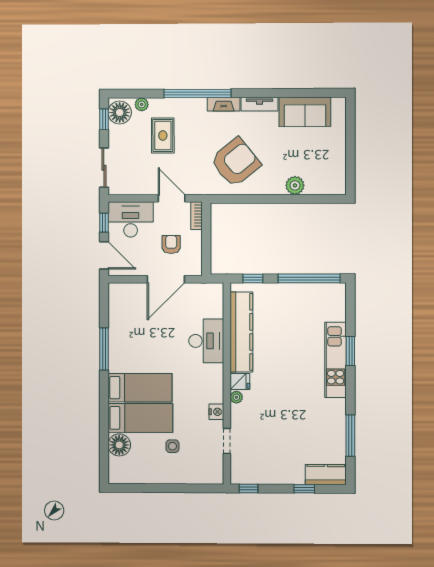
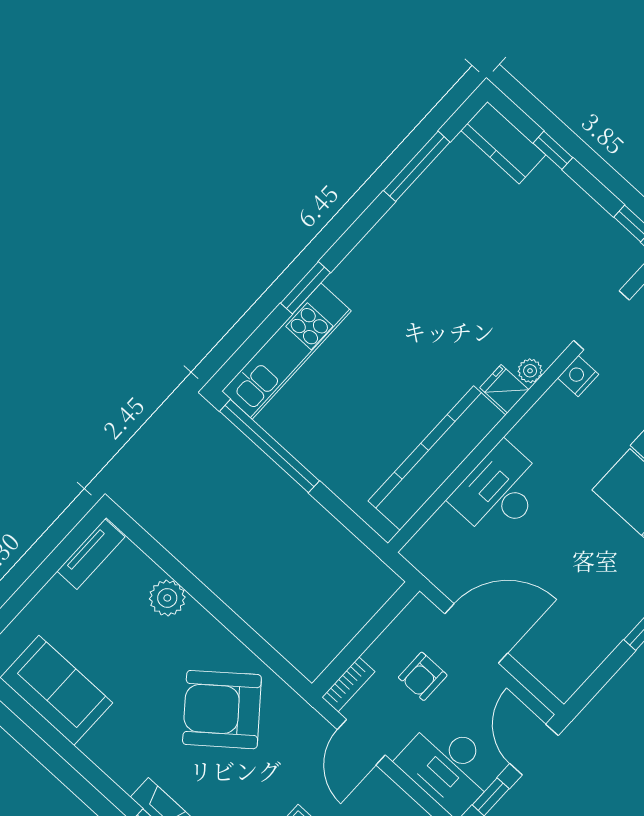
tv unit: (259, 104) -> (91, 554), moved, turned 90
window: (253, 278) -> (350, 520), removed
kitchen unit: (336, 360) -> (286, 351), moved
doorway: (227, 441) -> (602, 320), width x1.38

